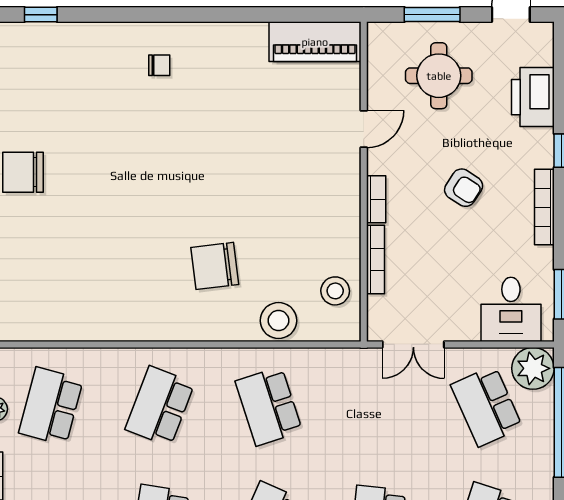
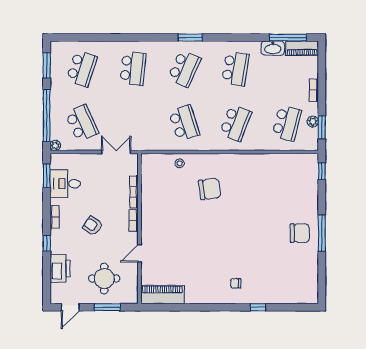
window: (41, 15) -> (258, 307), moved
bookcase: (544, 207) -> (55, 217), width x0.64
stool: (335, 291) -> (153, 177), removed
desk: (511, 309) -> (65, 184), moved, turned -90
stool: (278, 321) -> (180, 163), width x0.53, depth x0.53
plant: (533, 368) -> (55, 145), width x0.53, depth x0.53

